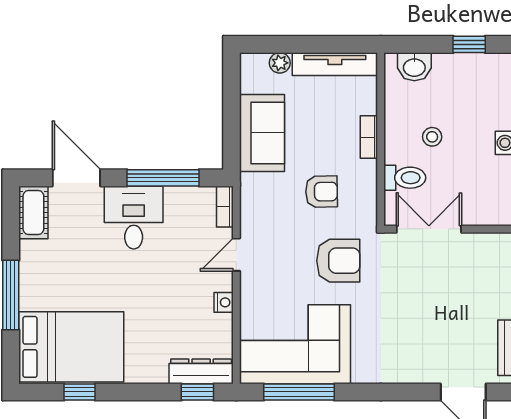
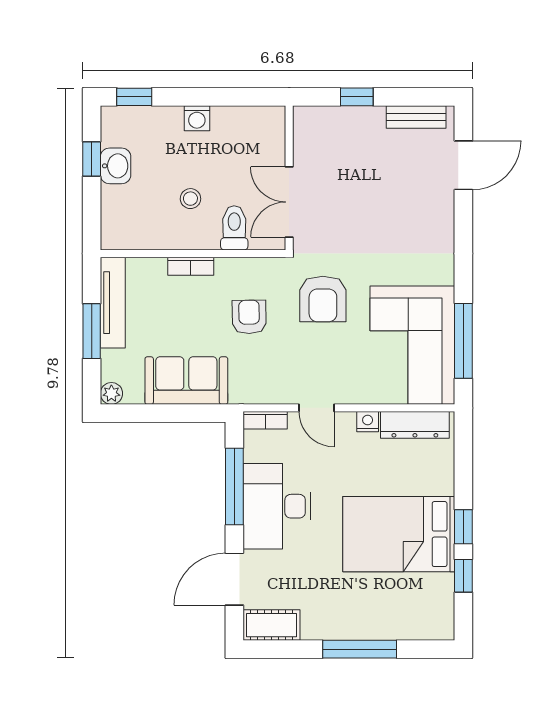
window: (308, 44) -> (92, 331), added
plant: (280, 63) -> (111, 393), moved
washbasin: (414, 67) -> (116, 166), moved
desk: (134, 218) -> (277, 506), width x1.37
armchair: (338, 261) -> (323, 299), turned 180
bed: (71, 347) -> (399, 534), moved, turned -90
dresser: (201, 371) -> (415, 425), moved, turned -90
window: (197, 392) -> (463, 527), moved

